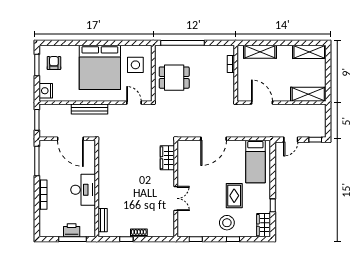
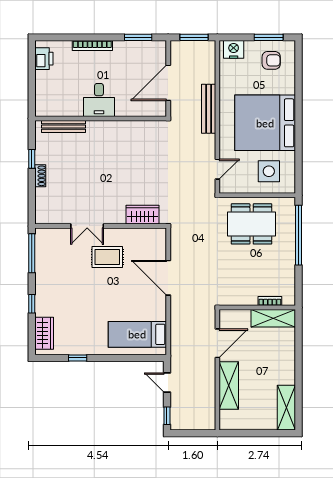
shelving: (260, 52) -> (273, 318), moved, turned 90
dining table: (174, 78) -> (252, 224), width x1.37
shelving: (308, 94) -> (229, 385), moved
window: (37, 161) -> (138, 37), width x0.69
desk: (83, 190) -> (99, 100), width x0.73
rug: (234, 196) -> (107, 257), moved
bench: (103, 220) -> (63, 126), width x1.36
stool: (227, 223) -> (54, 296), removed
wardrobe: (264, 225) -> (44, 333), moved, turned 90
printer: (72, 230) -> (44, 59), moved
window: (73, 239) -> (32, 86), removed
window: (196, 239) -> (32, 253), width x2.17

